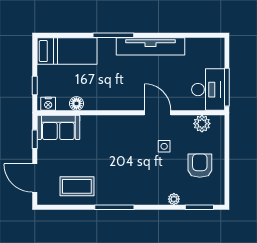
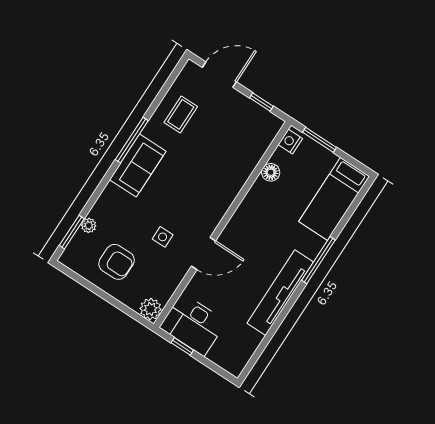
window: (35, 85) -> (320, 140), width x1.50
window: (227, 87) -> (182, 346), width x0.46
plant: (202, 124) -> (151, 309), moved
sofa: (58, 127) -> (138, 165), moved, turned 180
coffee table: (77, 186) -> (181, 114), width x0.73, depth x0.77
plant: (174, 199) -> (89, 225), moved

